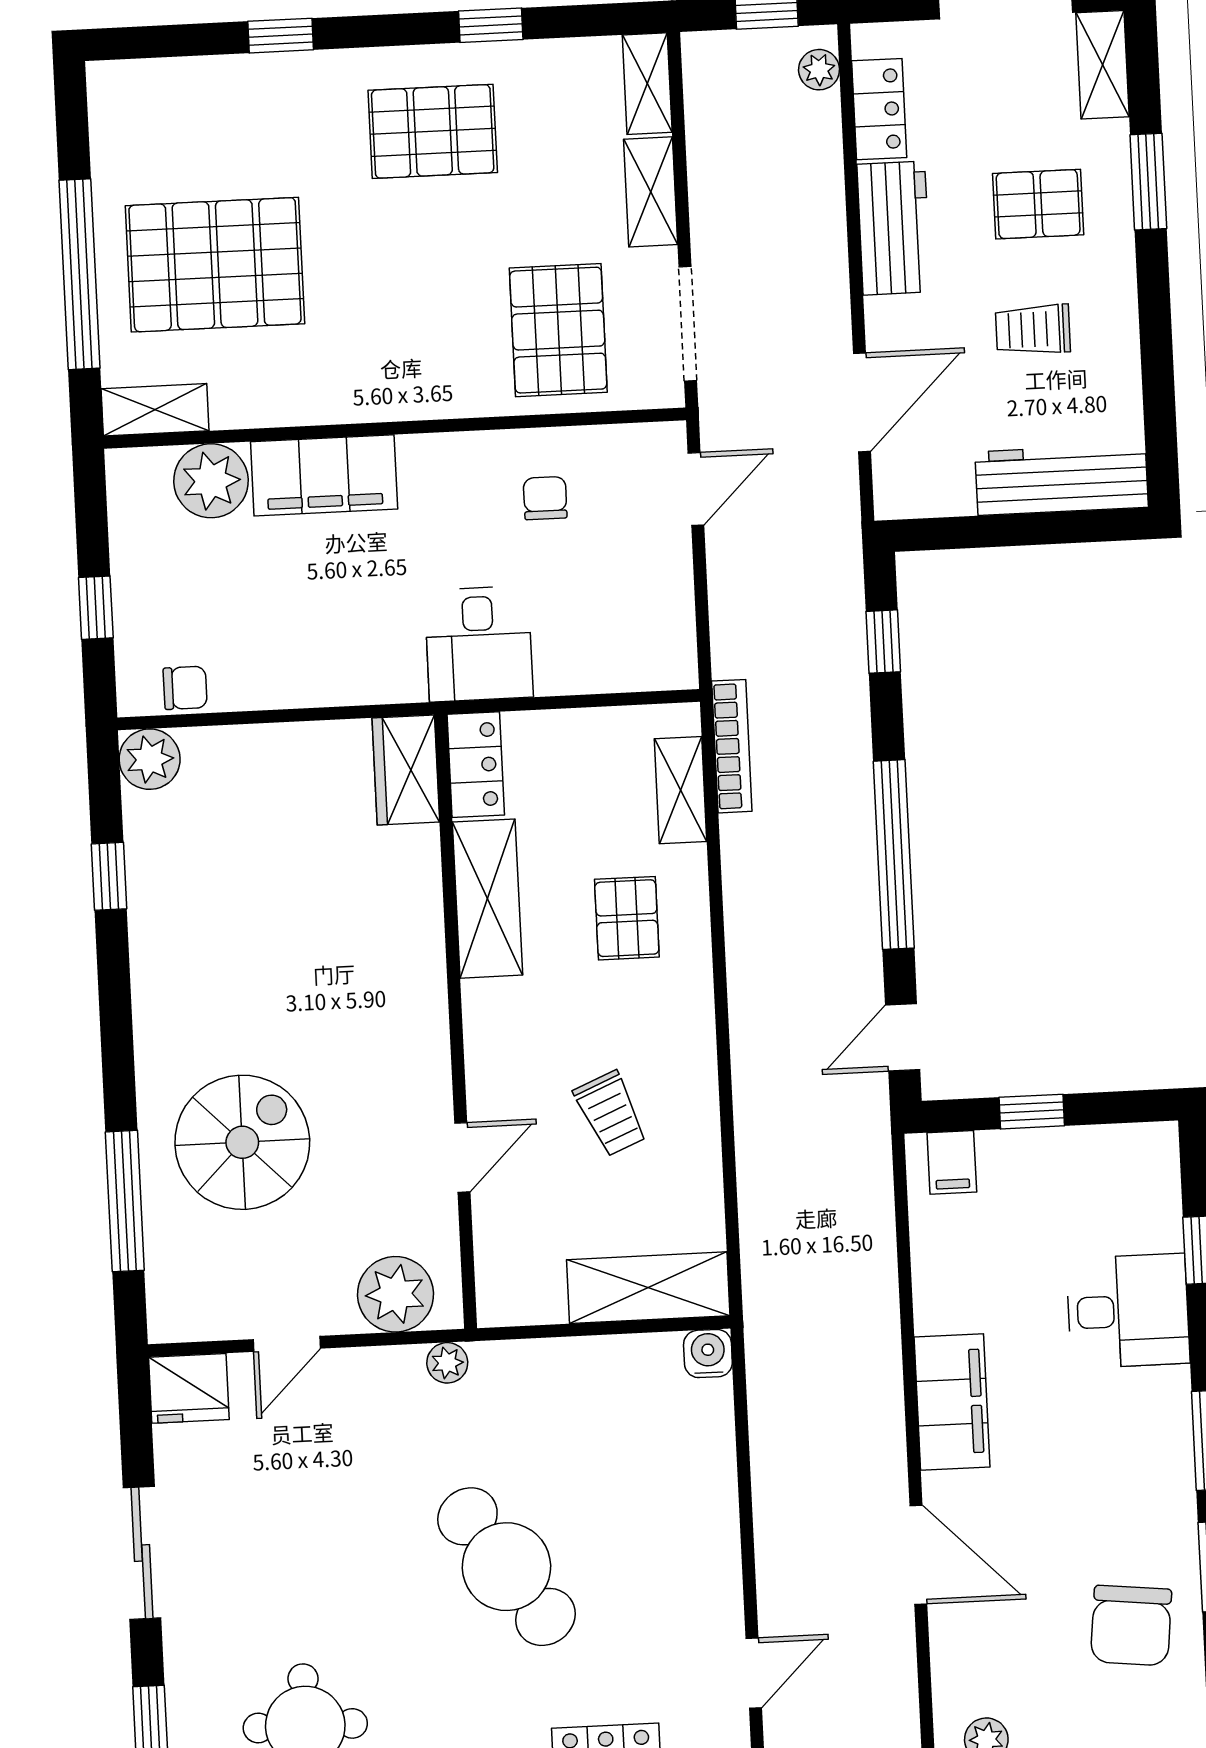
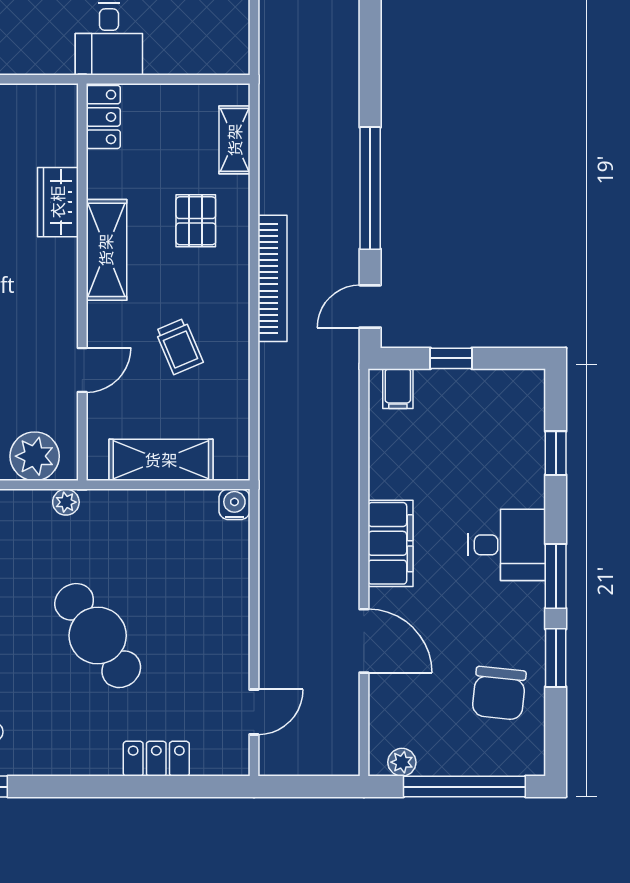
window: (883, 642) -> (370, 50), removed
bookcase: (732, 746) -> (272, 278), moved, width x1.48, depth x1.31
wardrobe: (406, 770) -> (58, 202), moved
shelving: (487, 899) -> (106, 250), moved
shelving: (648, 1288) -> (161, 460), moved
desk: (1128, 1311) -> (507, 545), moved

